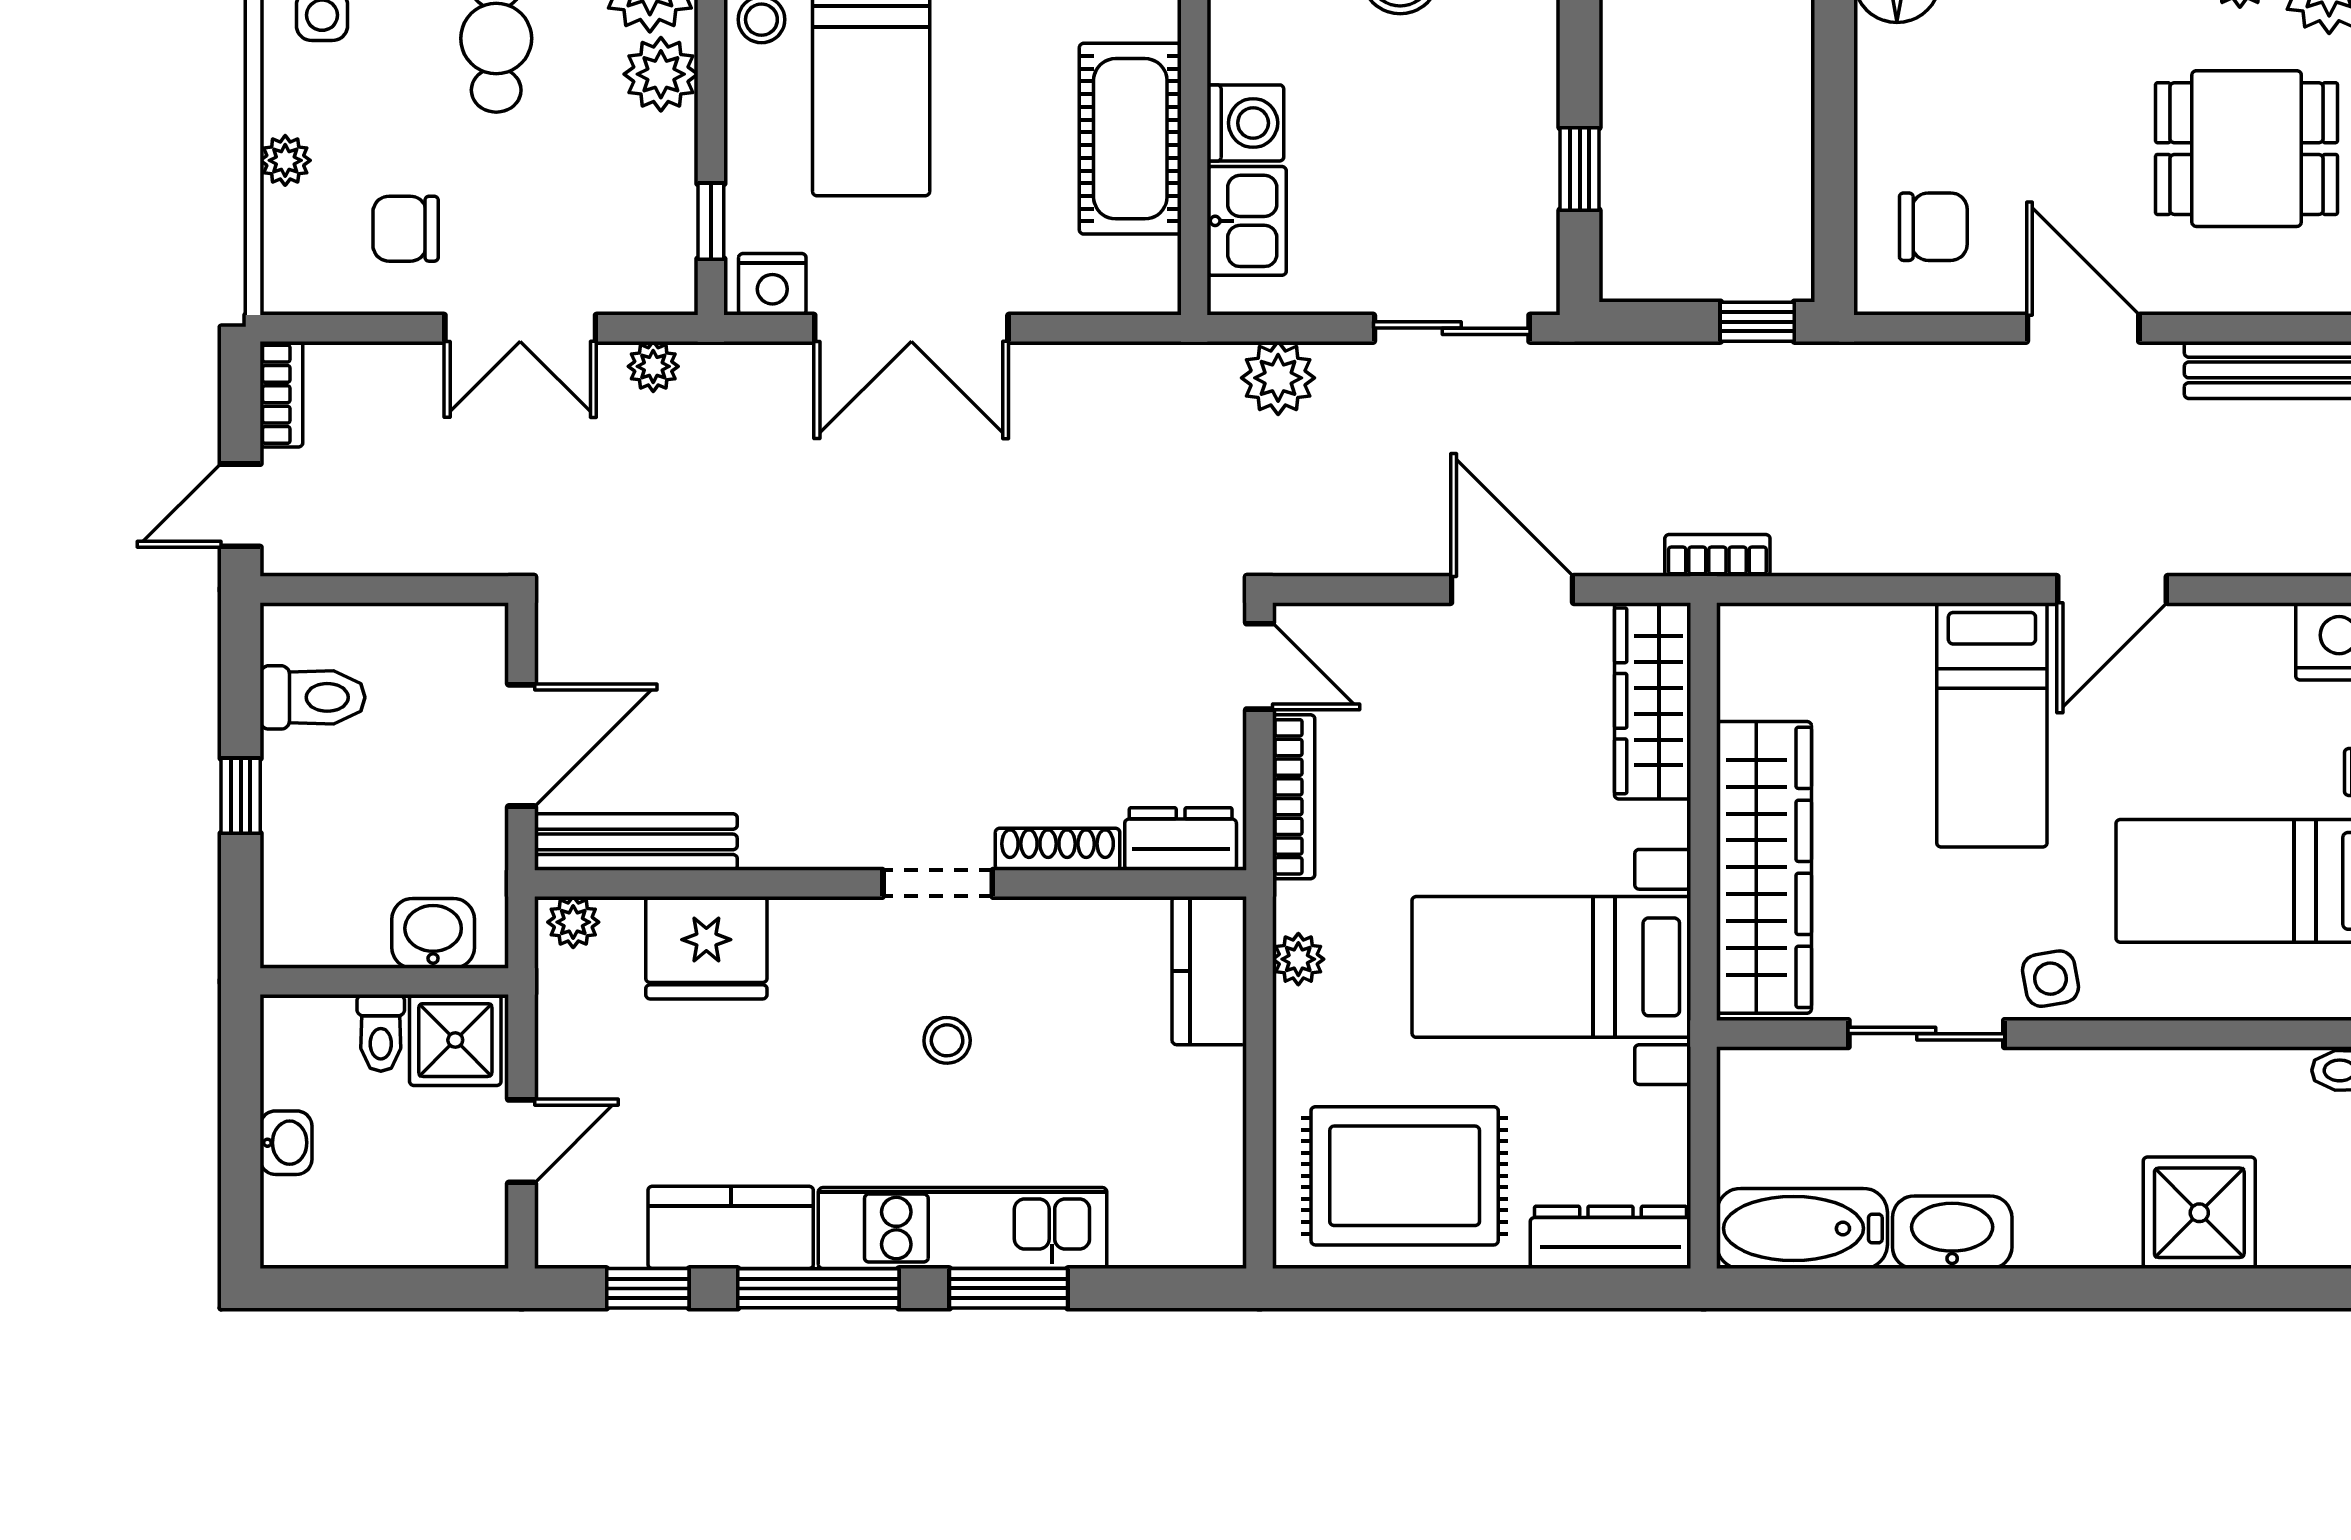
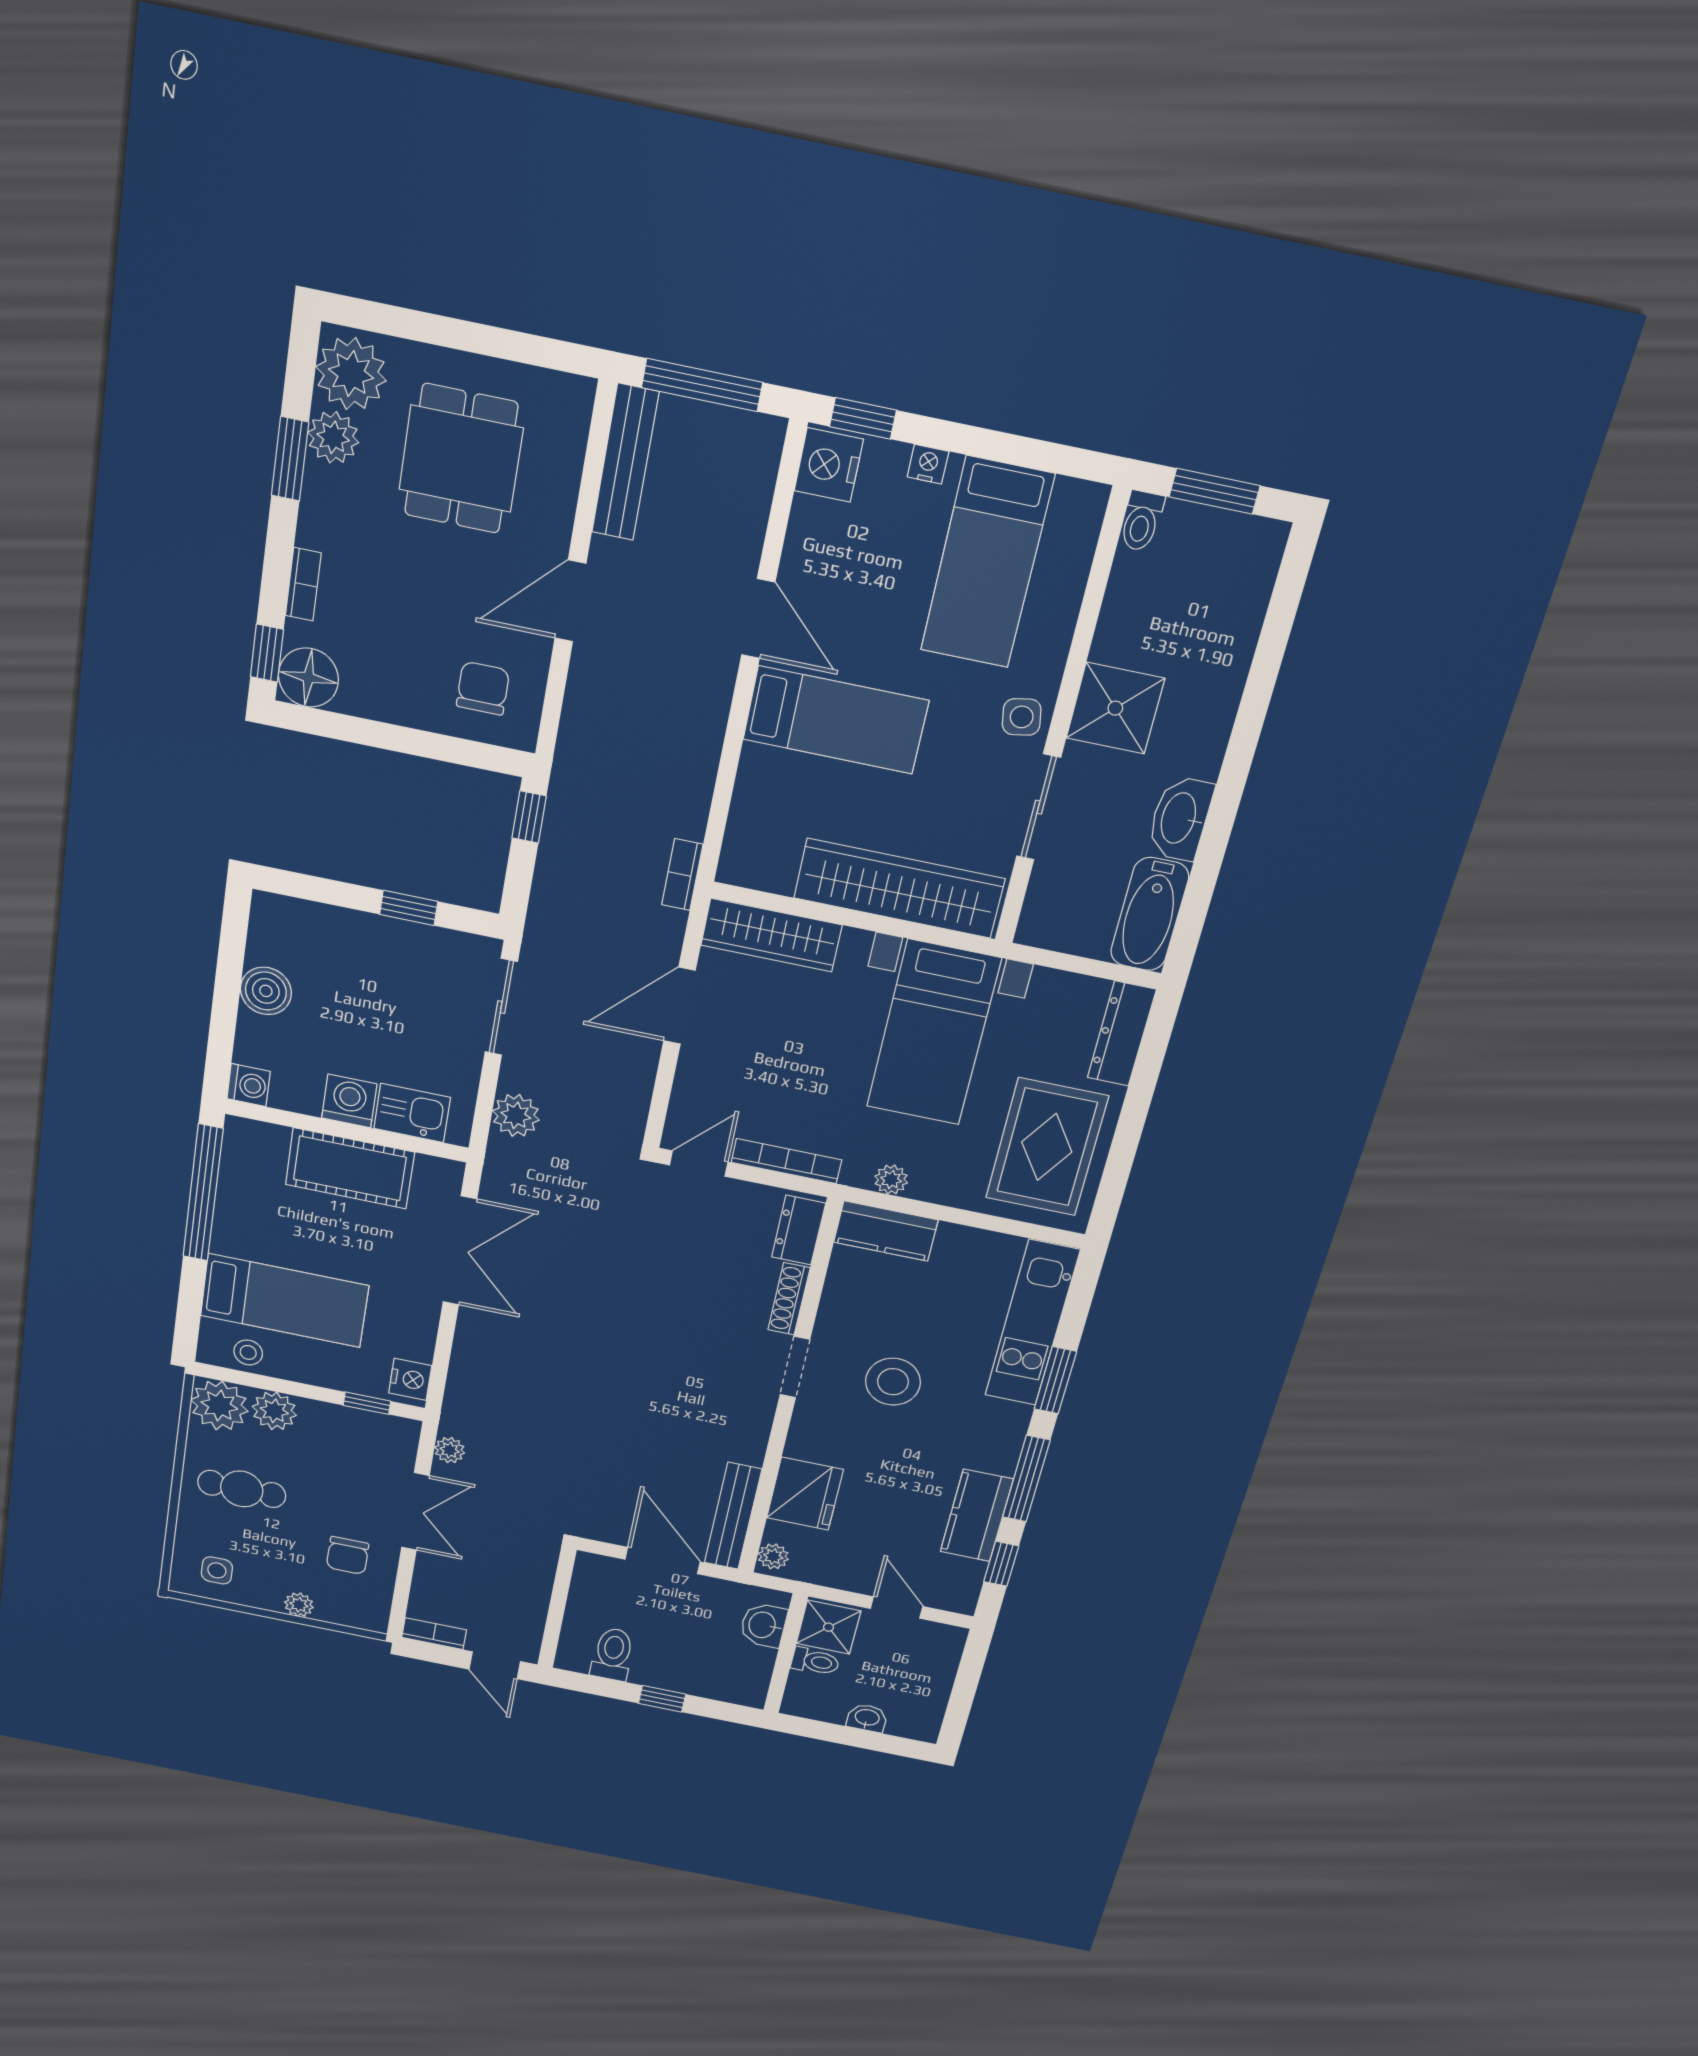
double door: (911, 328) -> (460, 1251), moved
stool: (947, 1040) -> (893, 1382), width x1.89, depth x1.89
shower: (2199, 1213) -> (1115, 708), moved
kitchen unit: (963, 1228) -> (1032, 1323), moved

